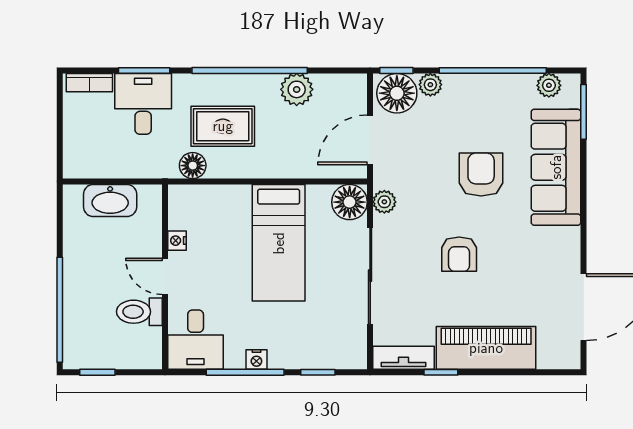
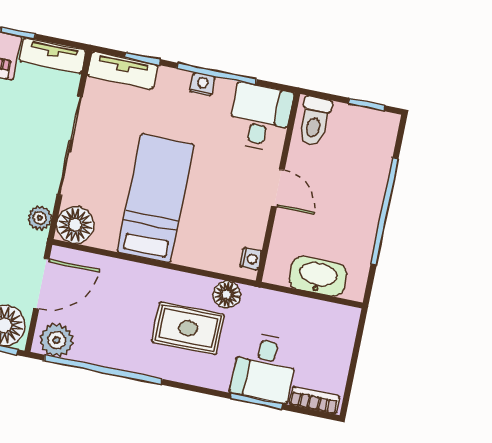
window: (250, 70) -> (103, 370), moved
plant: (297, 89) -> (57, 340), moved
nightstand: (177, 241) -> (251, 259), moved
window: (60, 310) -> (385, 211), moved
toilet: (139, 312) -> (315, 121), moved, turned 90
tv unit: (335, 357) -> (122, 71), added

